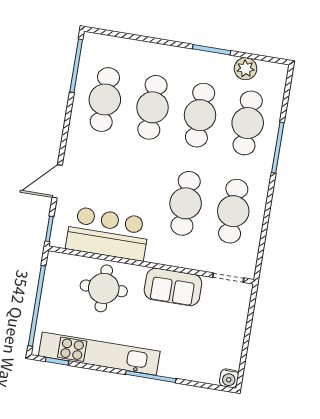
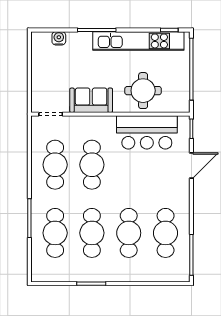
plant: (246, 69) -> (63, 274), removed
water cooler: (229, 378) -> (59, 38), moved

